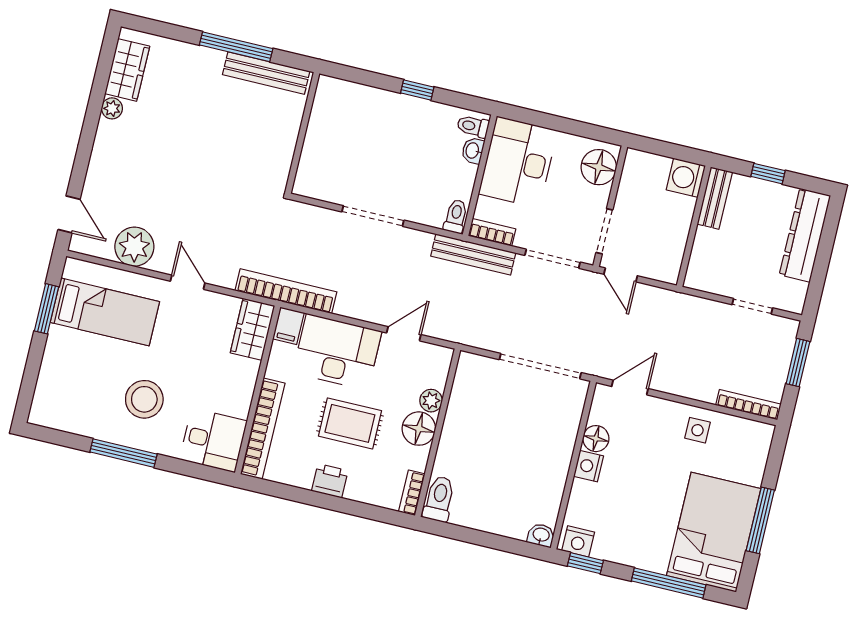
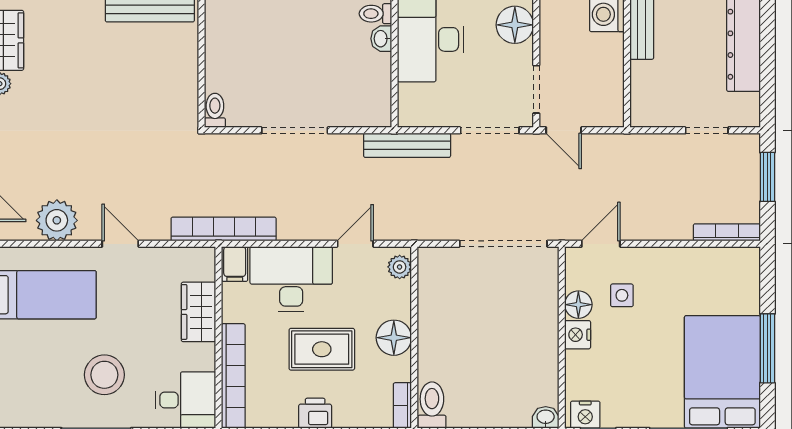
toilet: (456, 216) -> (215, 110), moved
bookcase: (492, 232) -> (421, 118), removed
wardrobe: (252, 329) -> (199, 312), moved
plant: (431, 401) -> (400, 267), moved
side table: (697, 430) -> (622, 295), moved

